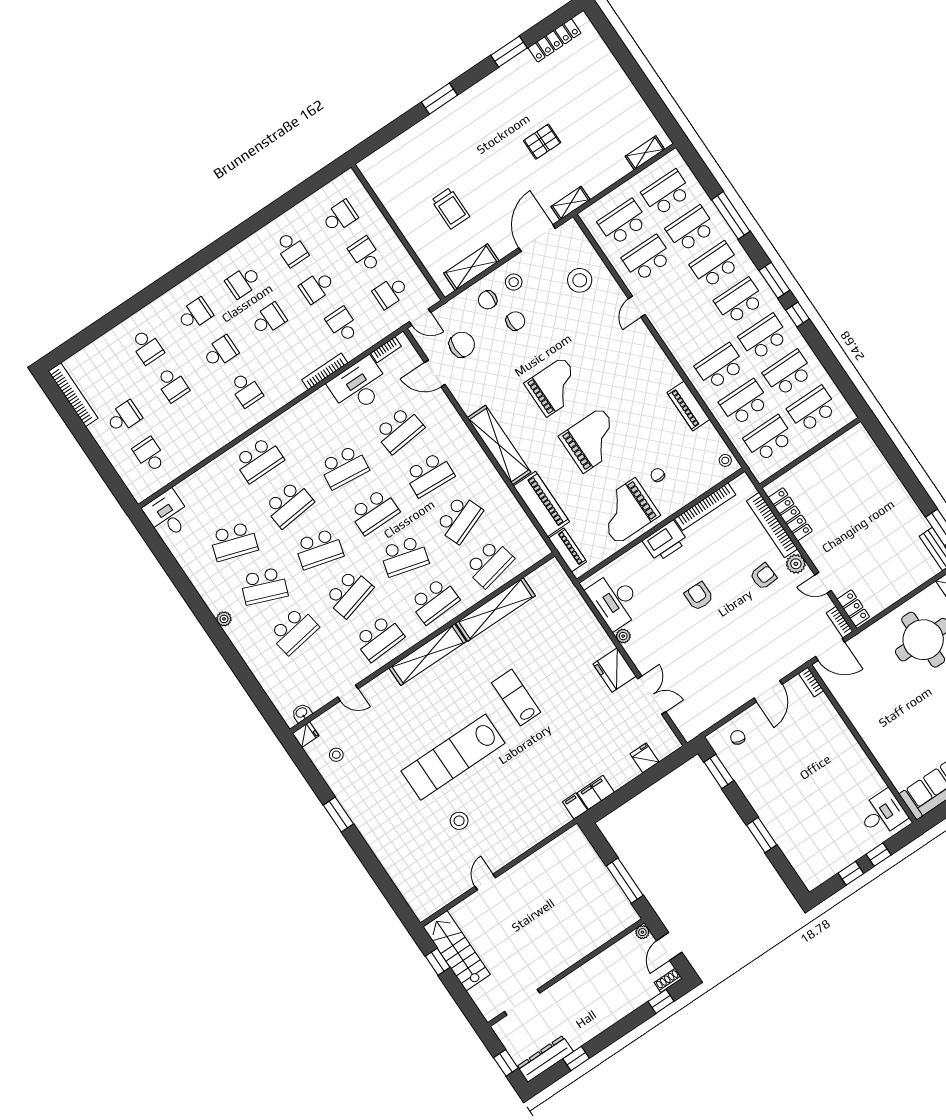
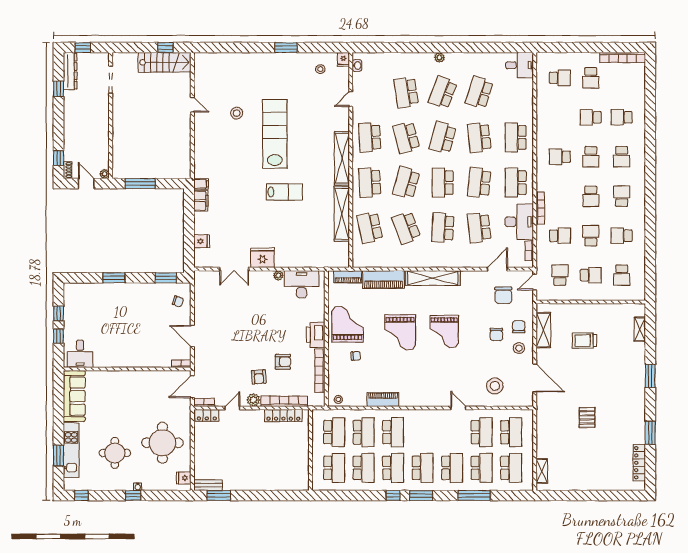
shelving: (571, 203) -> (640, 329), moved
school desk: (314, 422) -> (516, 183), added
armchair: (699, 596) -> (283, 362), moved

